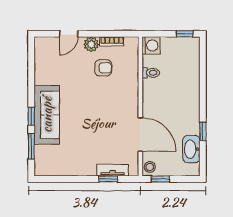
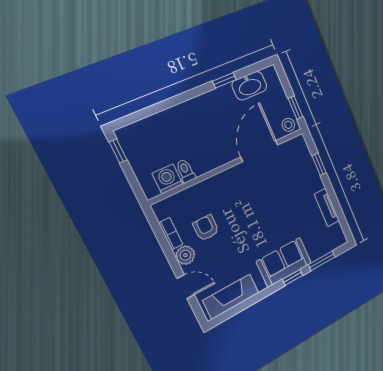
washing machine: (151, 45) -> (168, 179), moved
fireplace: (43, 62) -> (231, 297), added
sofa: (47, 115) -> (284, 262), width x0.73
tv unit: (113, 170) -> (327, 207), moved

